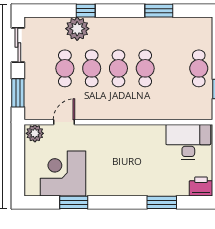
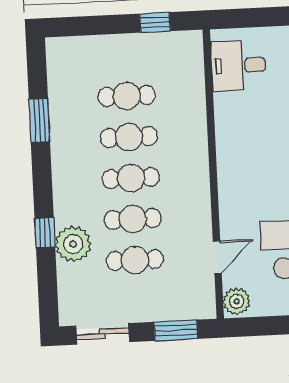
cafe table: (199, 68) -> (127, 96), moved
door: (64, 122) -> (217, 257), swing flipped
desk: (188, 142) -> (238, 65), width x0.73

